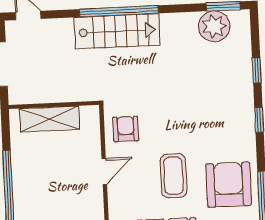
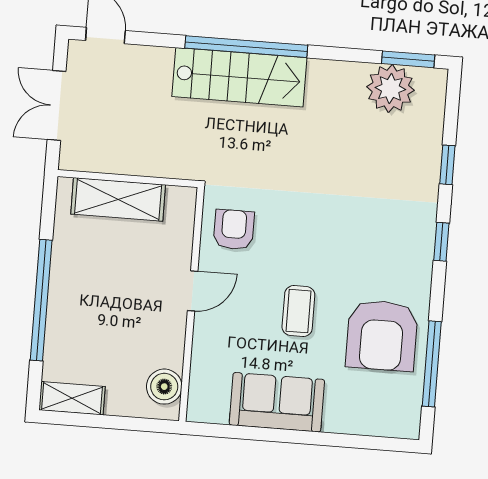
coffee table: (173, 176) -> (298, 311), width x0.73, depth x0.77
armchair: (229, 185) -> (382, 335), turned 180

